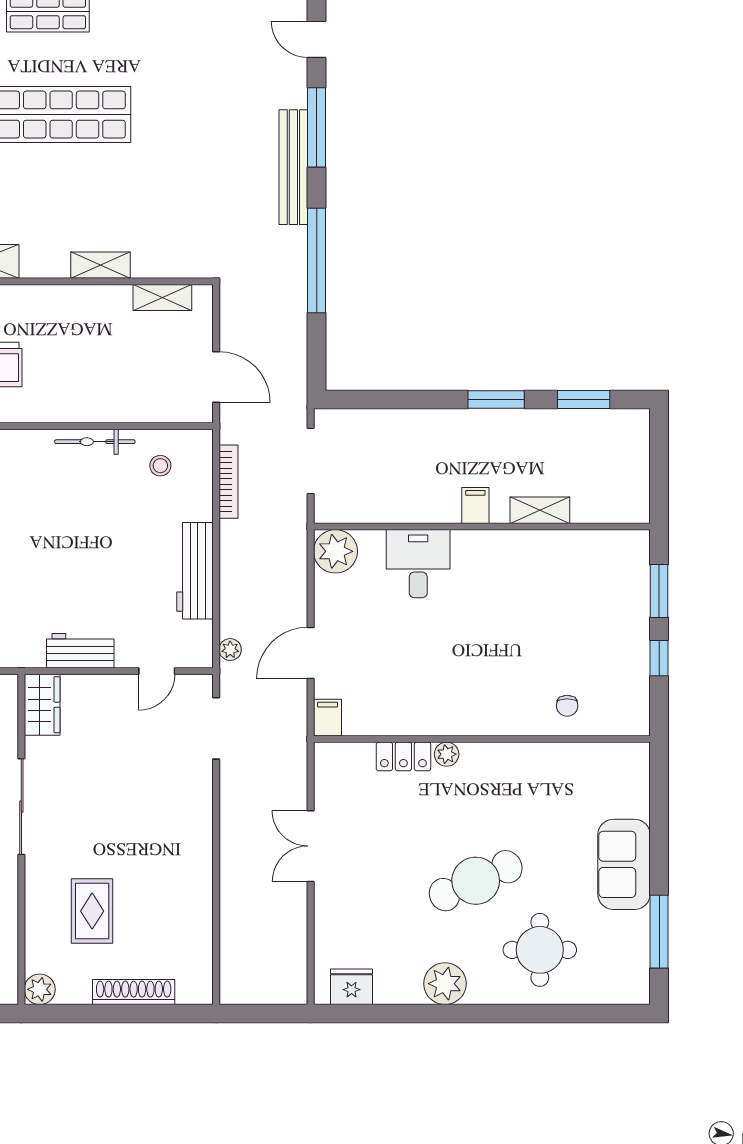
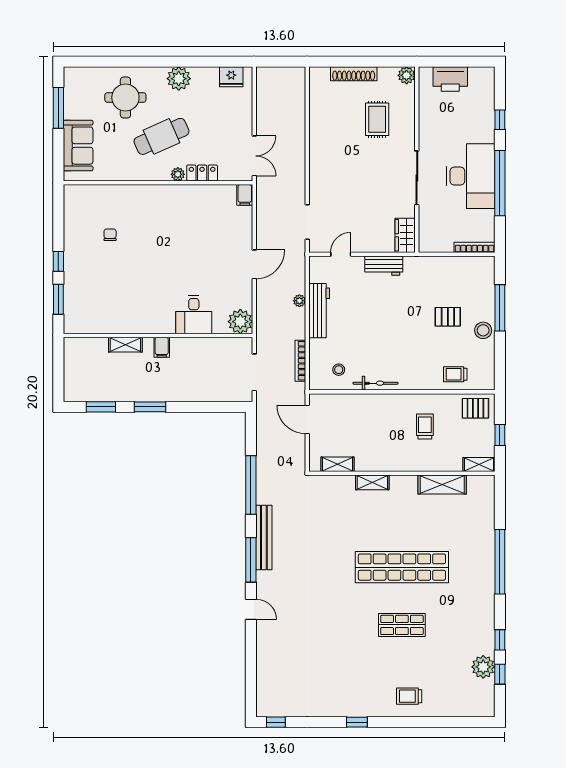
plant: (230, 650) -> (299, 301), moved
filing cabinet: (327, 718) -> (245, 195), moved
wall: (482, 739) -> (158, 183), moved
plant: (447, 754) -> (178, 174), moved
locker: (403, 756) -> (202, 173), moved

